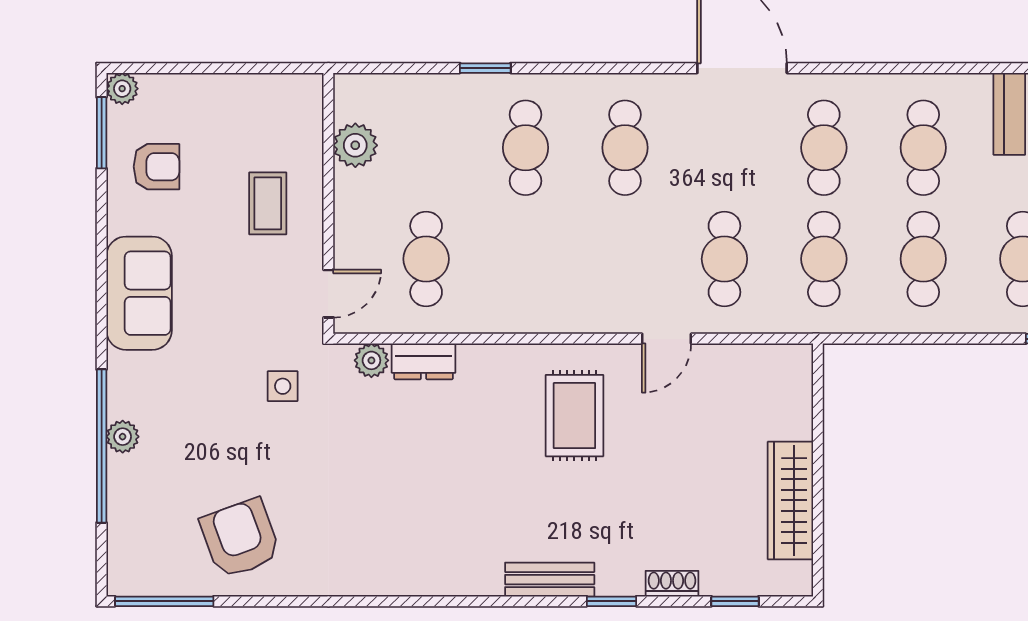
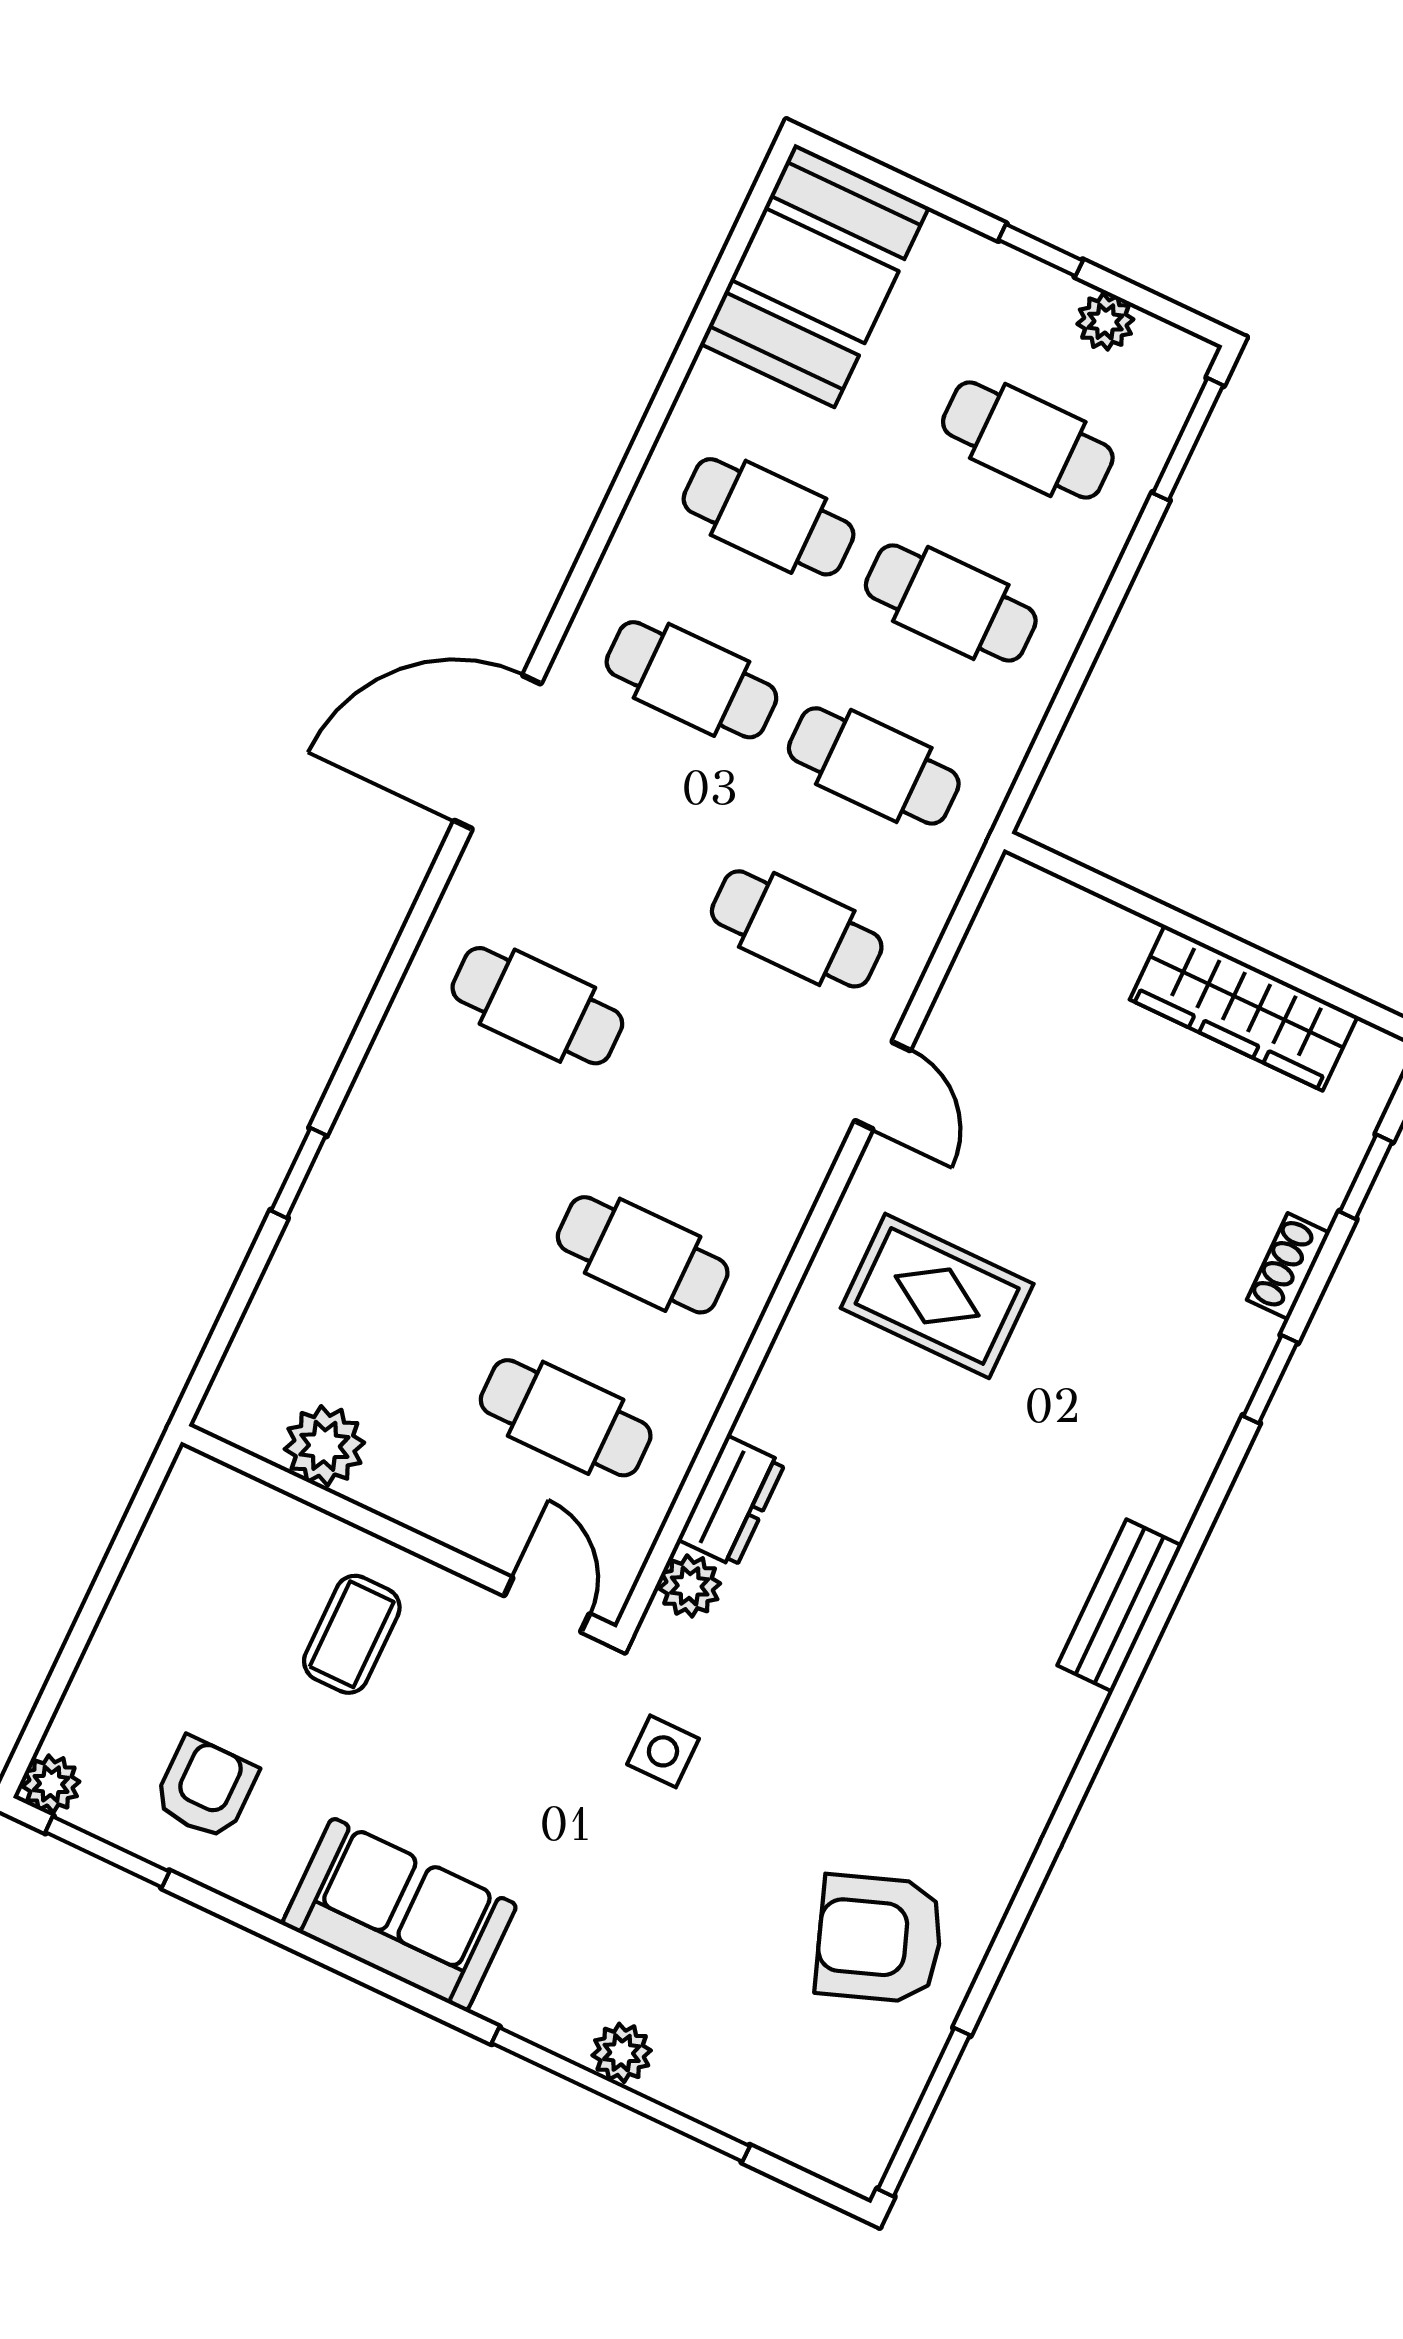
cafe table: (526, 148) -> (643, 1255), moved
coffee table: (268, 203) -> (352, 1634), turned 90
bench: (550, 580) -> (1120, 1606), moved

